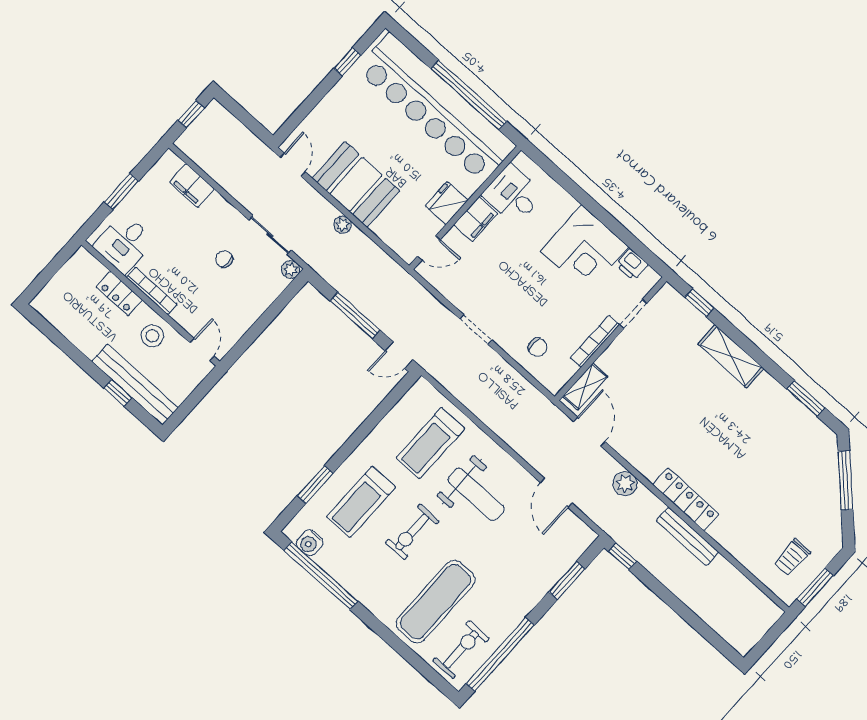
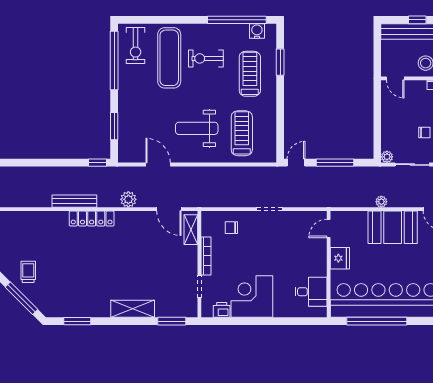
filing cabinet: (476, 219) -> (318, 263), removed
window: (699, 303) -> (172, 321), width x1.50
exercise bike: (412, 532) -> (206, 58), moved, turned -90
trolley: (792, 557) -> (28, 272), moved

